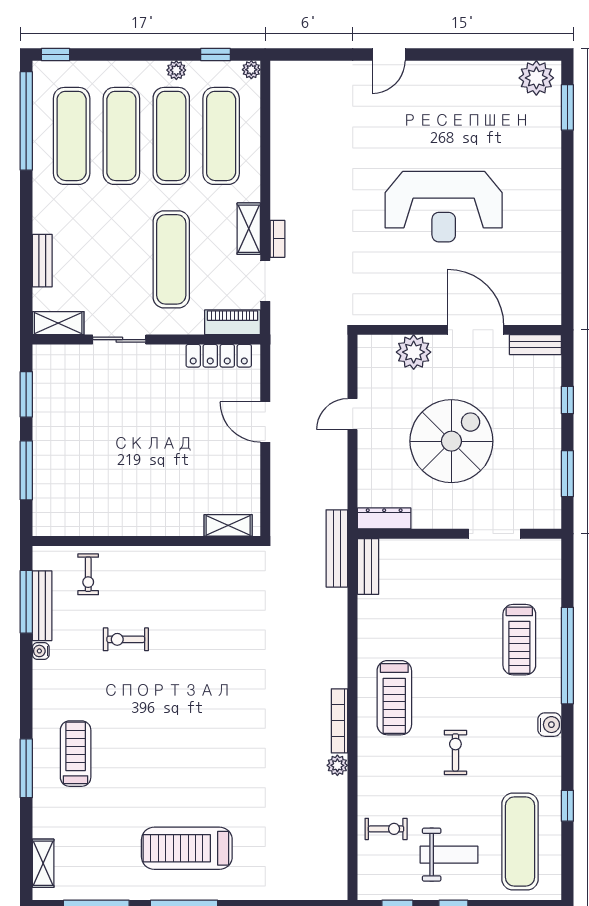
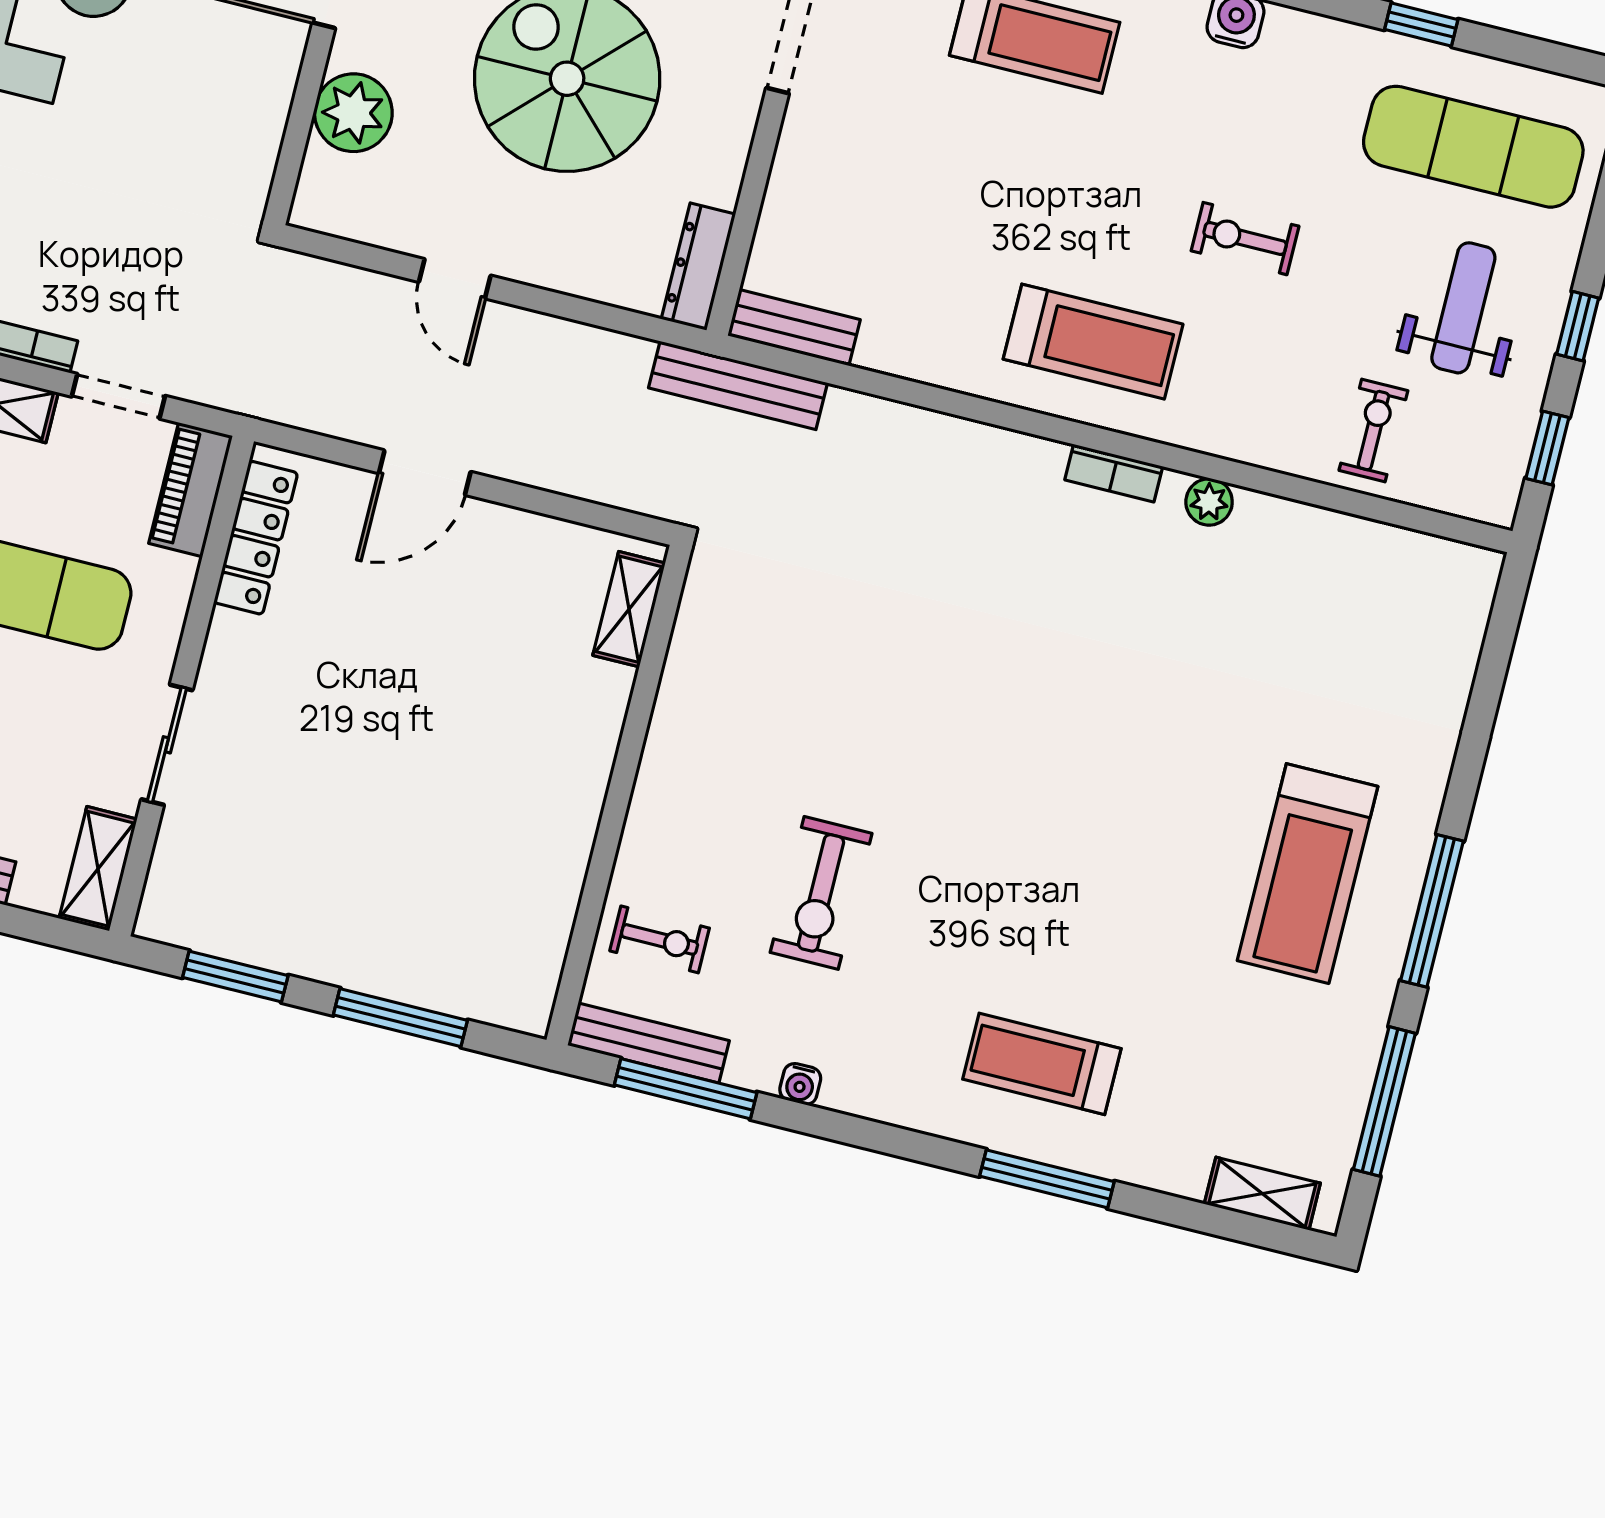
bench: (42, 606) -> (648, 1043), moved
exercise bike: (126, 639) -> (821, 893), width x1.38, depth x1.39
bookcase: (340, 721) -> (1114, 473), width x0.64

